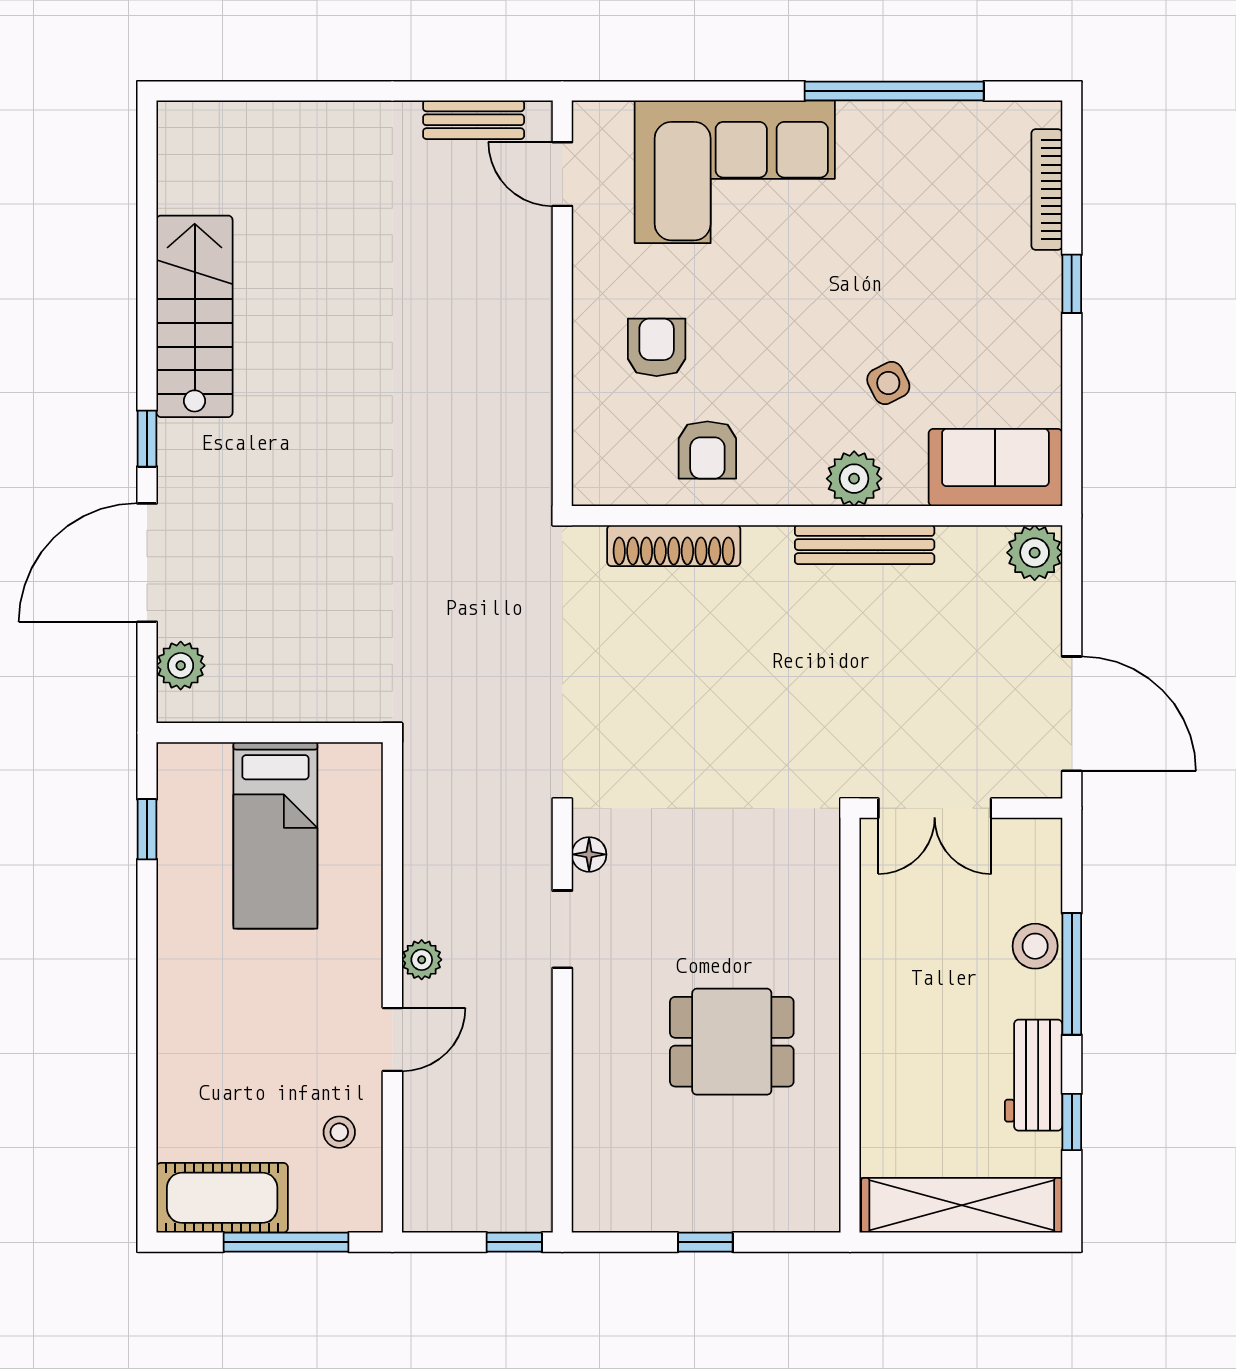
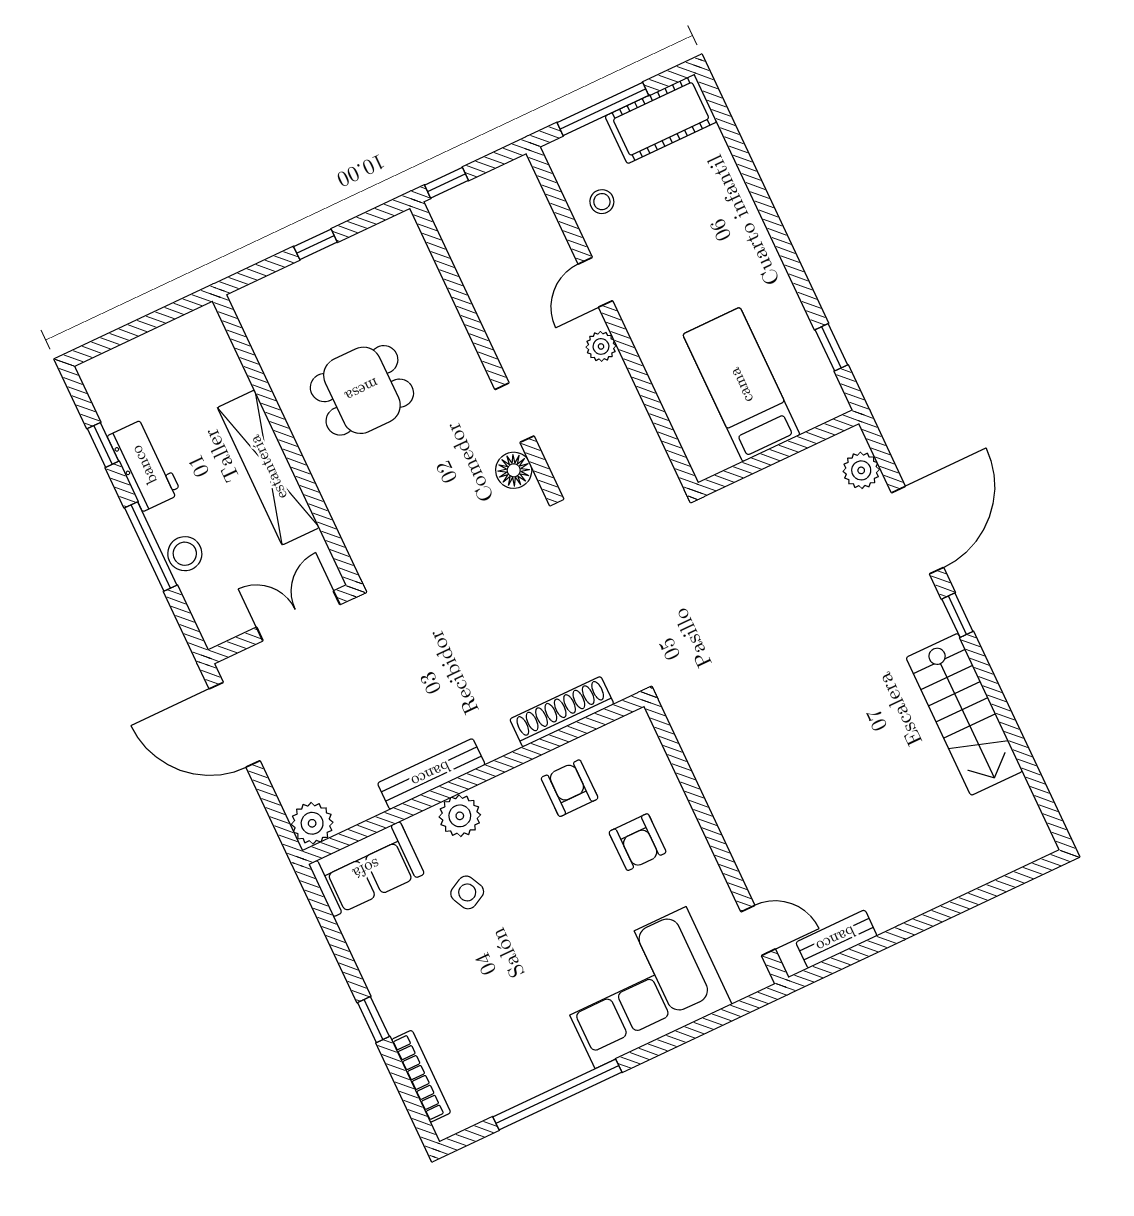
floor lamp: (589, 854) -> (514, 470), width x1.37, depth x1.37
shelving: (962, 1205) -> (268, 467), moved, turned 90

